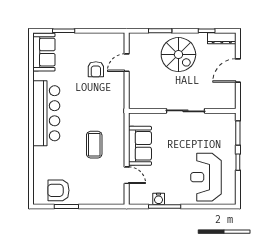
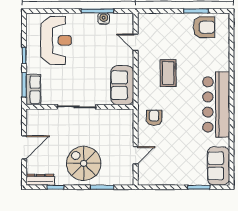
armchair: (96, 69) -> (154, 118), moved
row of seats: (229, 128) -> (33, 90), added
sofa: (140, 146) -> (122, 85), moved

